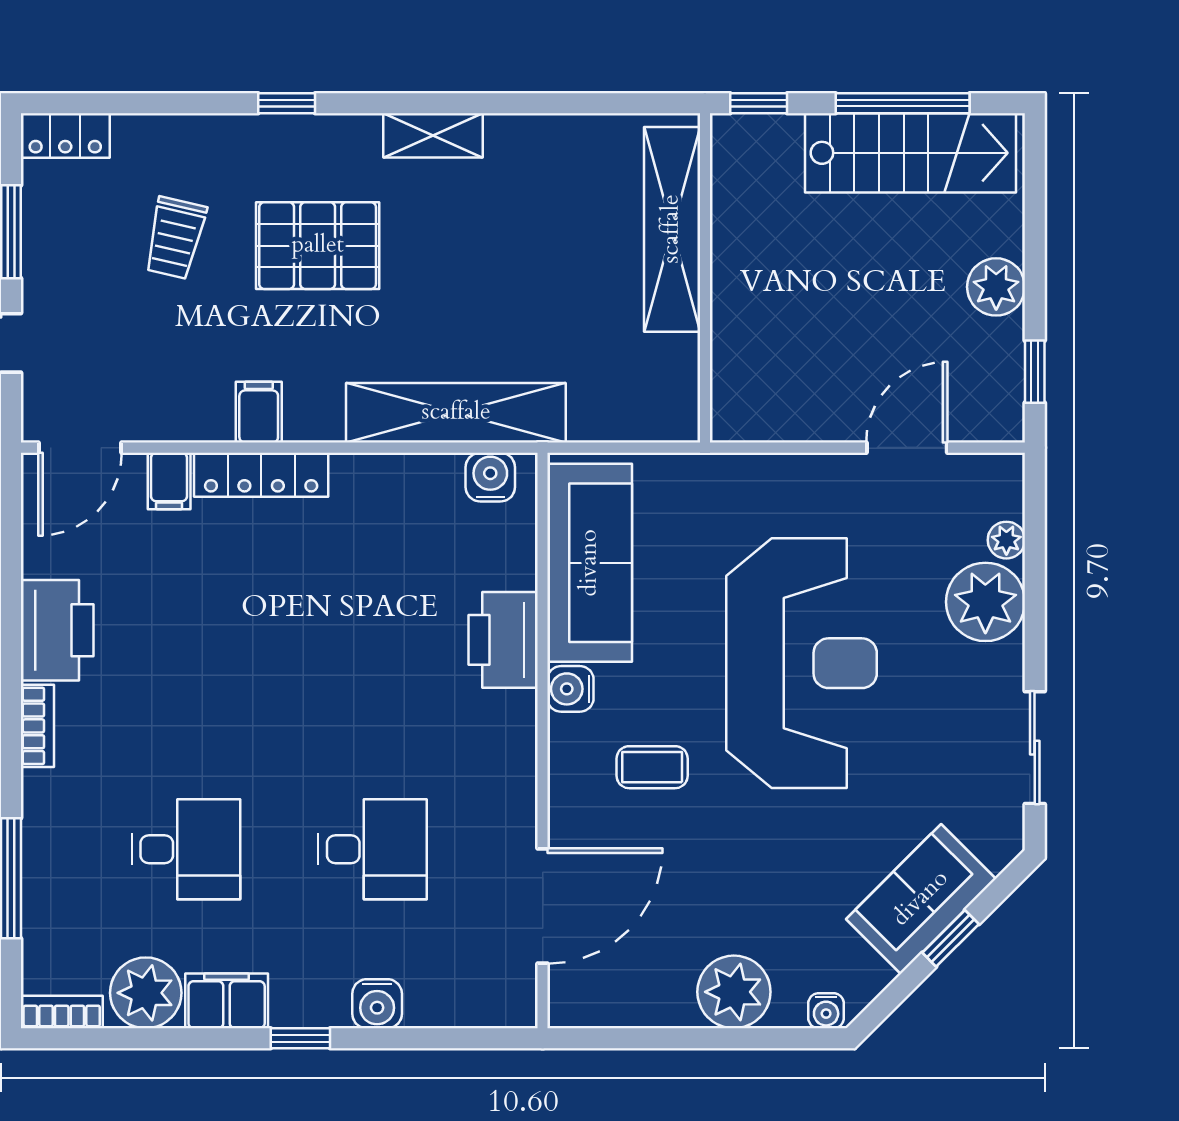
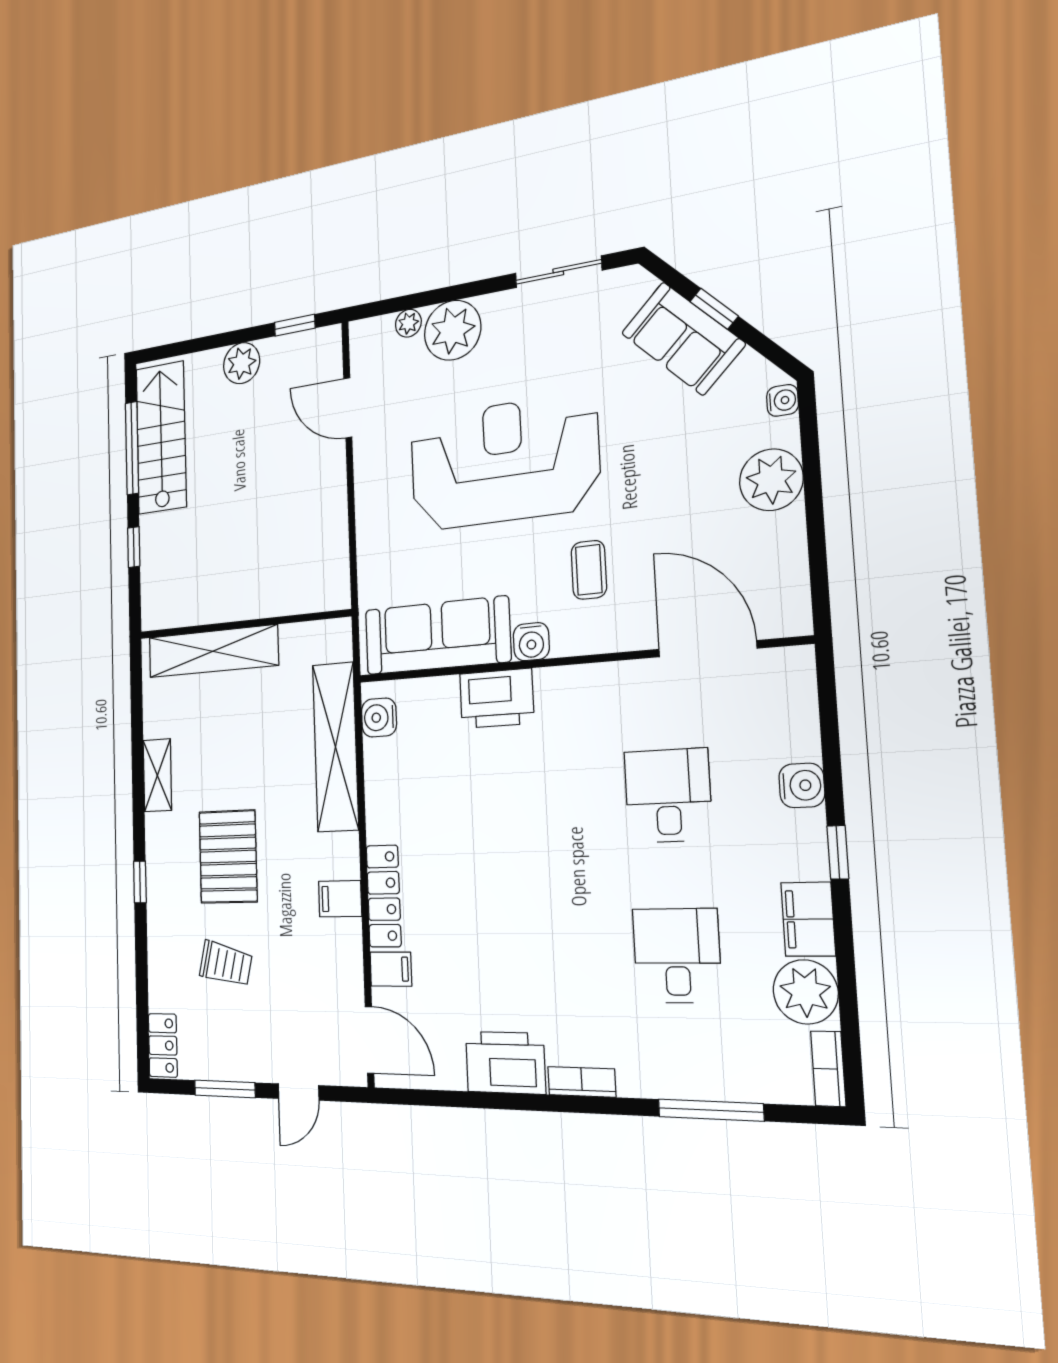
shelving: (672, 229) -> (213, 651), moved
wall: (705, 278) -> (243, 624), moved

